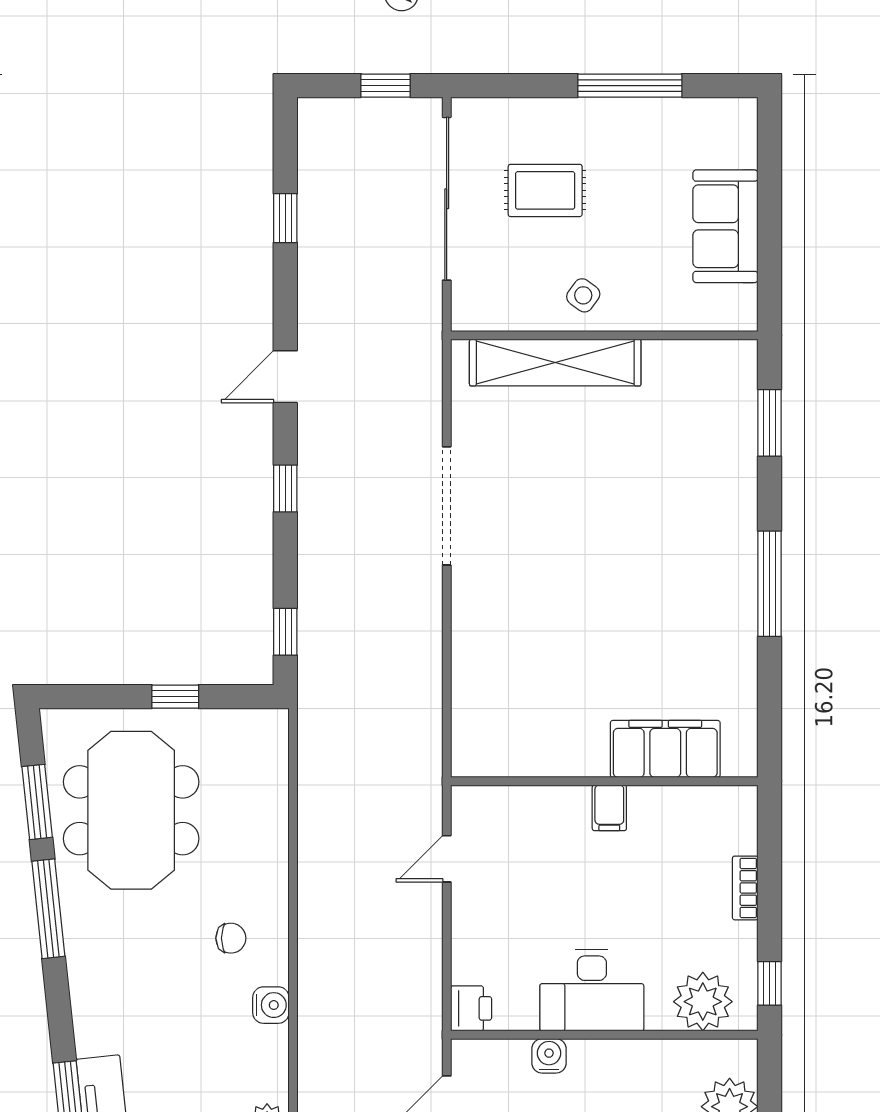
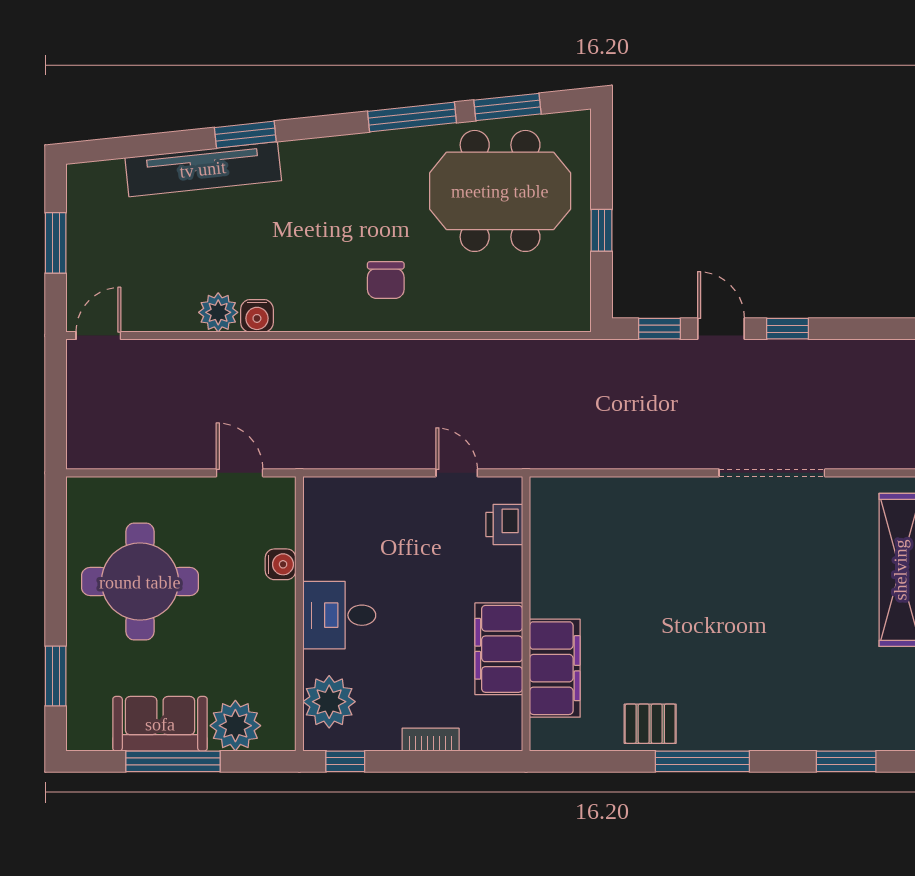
door: (285, 377) -> (721, 329), moved
pallet: (727, 642) -> (650, 724), added
filing cabinet: (609, 808) -> (499, 649), width x3.00, depth x1.17
chair: (231, 938) -> (386, 280), width x1.37, depth x1.37
desk: (592, 990) -> (339, 615), width x0.73
water cooler: (271, 1005) -> (257, 316), moved
printer: (471, 1008) -> (504, 525), moved, turned 90

